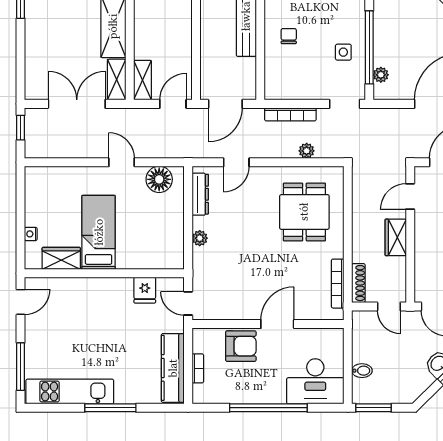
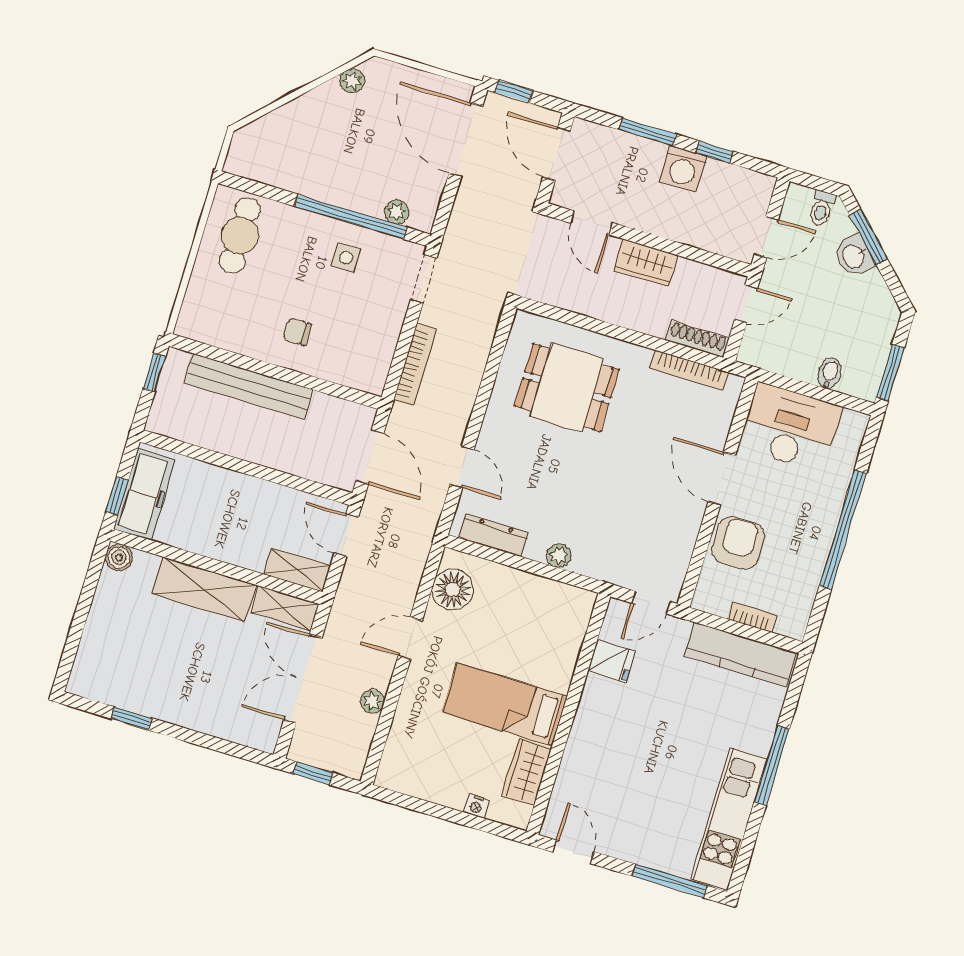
plant: (307, 151) -> (372, 701), moved
desk: (315, 381) -> (790, 427), moved, turned -90

